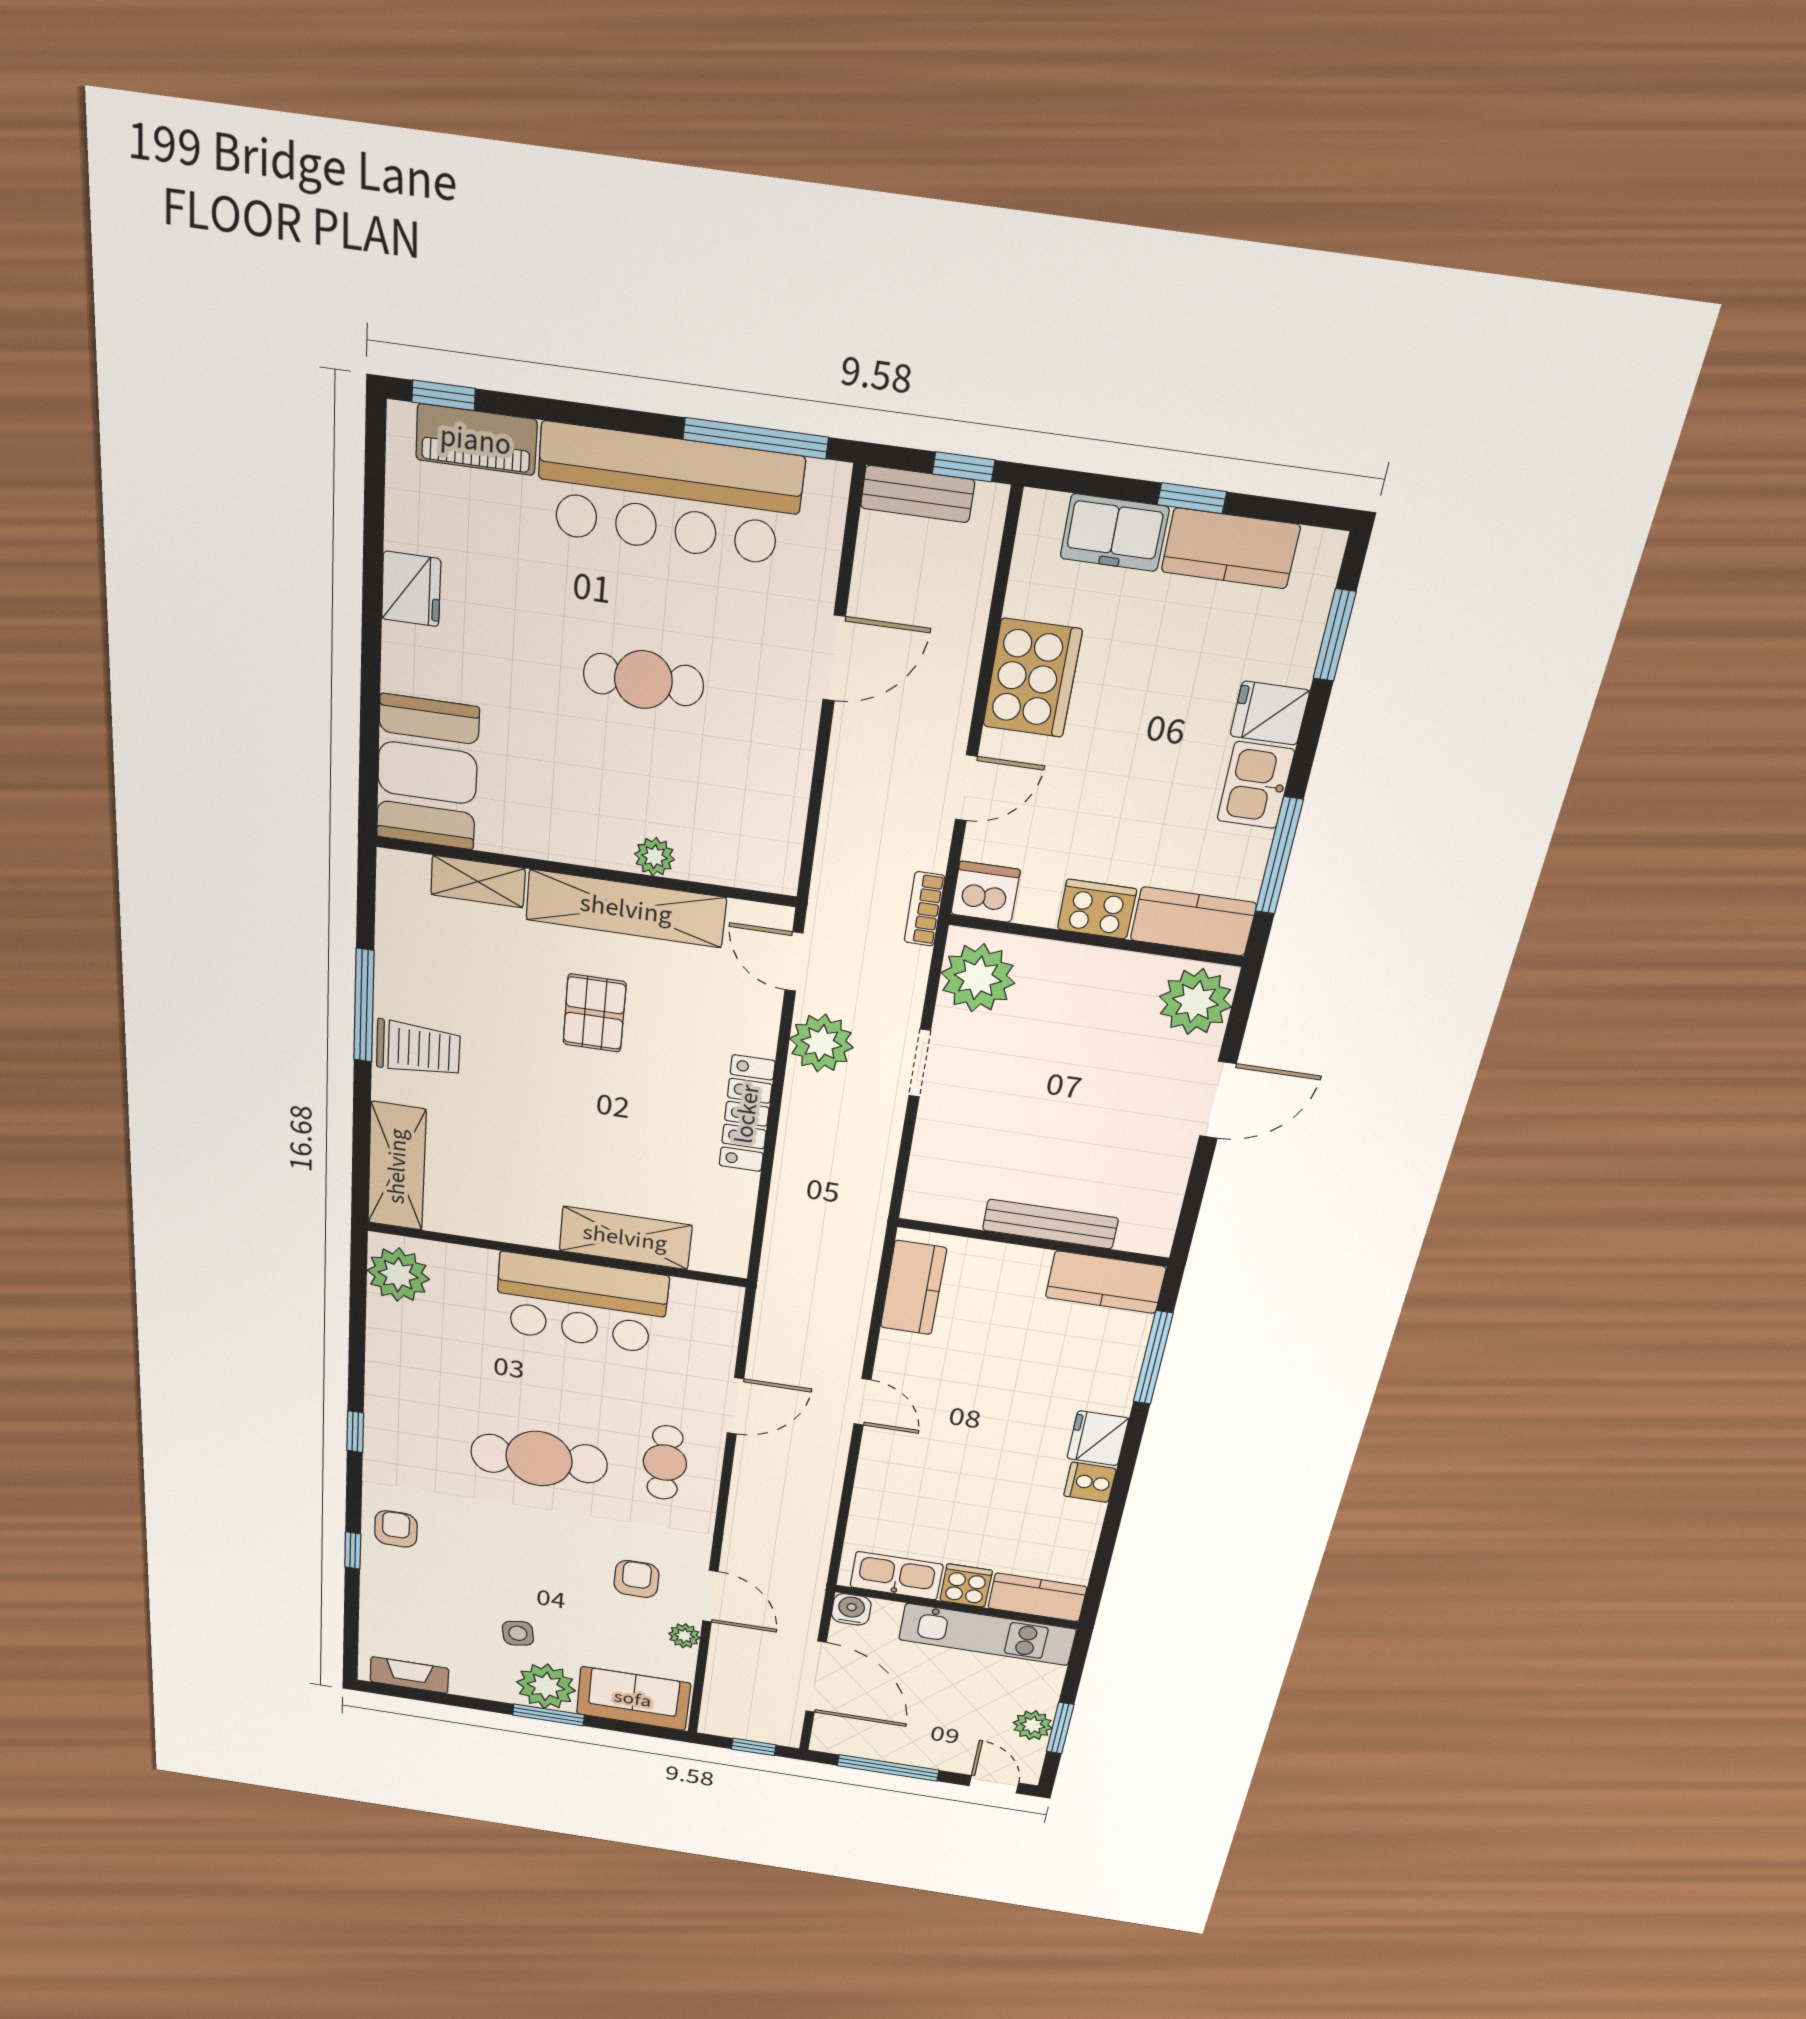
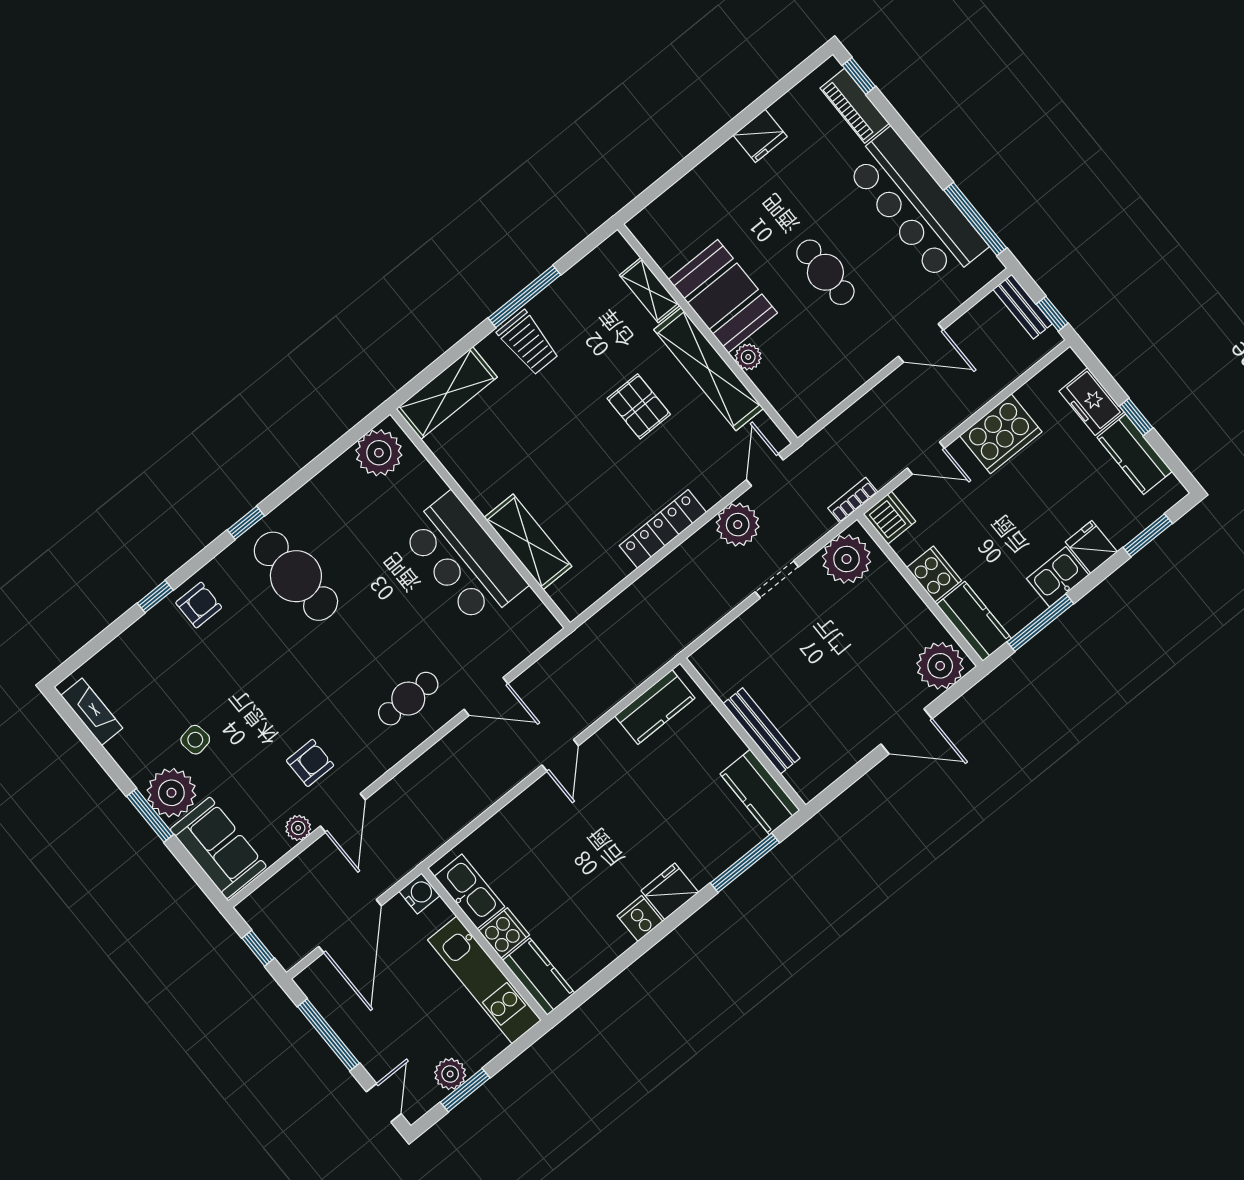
booth: (427, 773) -> (723, 296), moved, turned 90
pallet: (594, 1013) -> (639, 406), turned 90
cafe table: (539, 1459) -> (296, 576), moved

